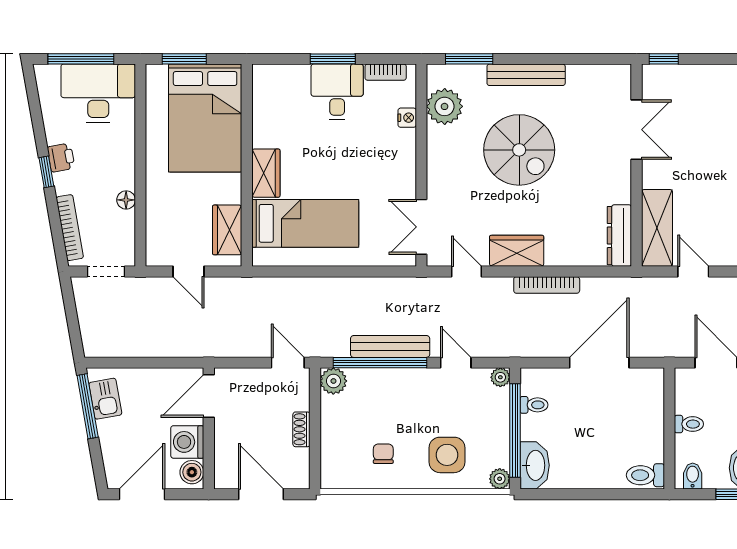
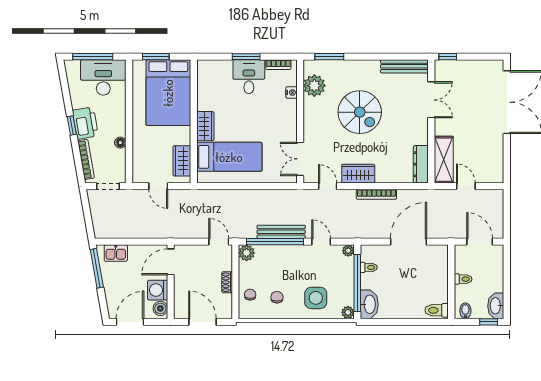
bench: (526, 75) -> (404, 66), moved
printer: (61, 158) -> (85, 123), width x1.87, depth x1.48
kitchen sink: (105, 399) -> (116, 253), moved, turned 100
chair: (339, 450) -> (250, 295), added

